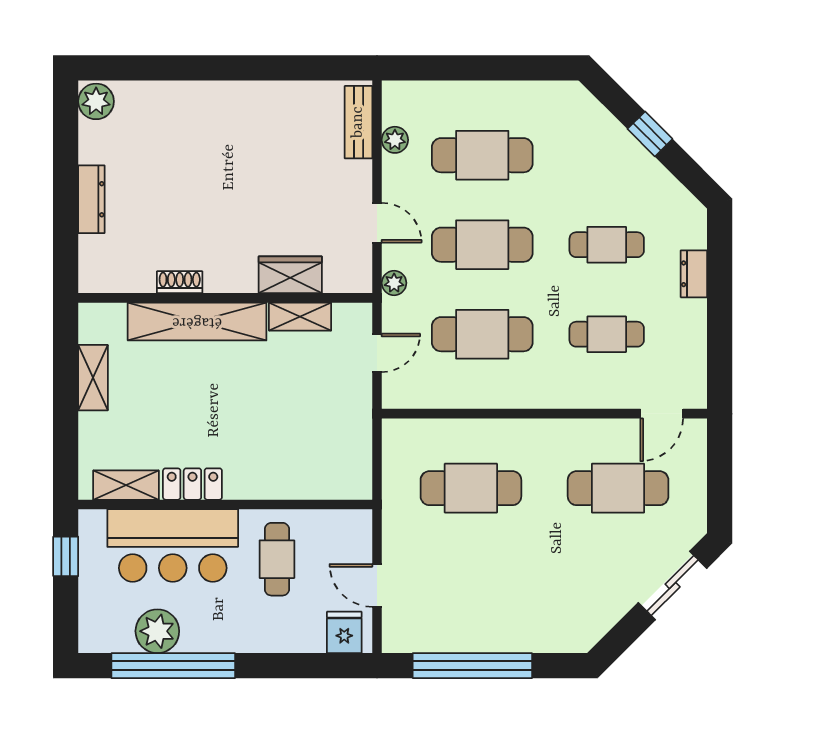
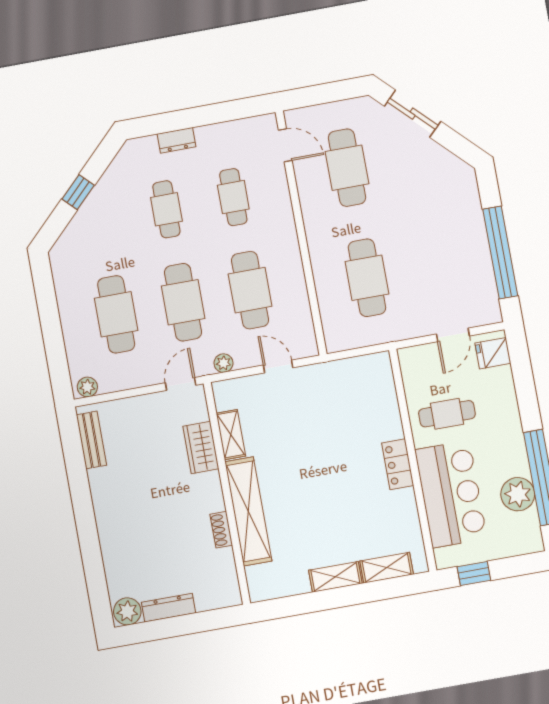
bench: (358, 122) -> (91, 440), moved, turned 90
plant: (395, 140) -> (87, 387), moved
dresser: (91, 199) -> (169, 608), moved
wardrobe: (290, 275) -> (201, 448), moved
shoe rack: (180, 282) -> (221, 530), moved
wall: (225, 298) -> (227, 493), moved
shelving: (300, 317) -> (231, 435), moved
shelving: (197, 322) -> (248, 511), moved
locker: (192, 484) -> (398, 464), moved
shelving: (126, 485) -> (387, 568), moved, turned 90

